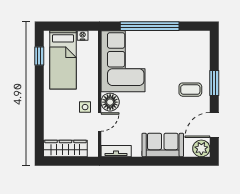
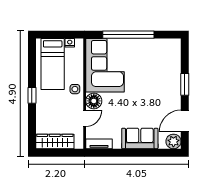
window: (39, 56) -> (32, 95), moved
coffee table: (190, 90) -> (164, 90), removed
side table: (85, 107) -> (75, 89), moved

